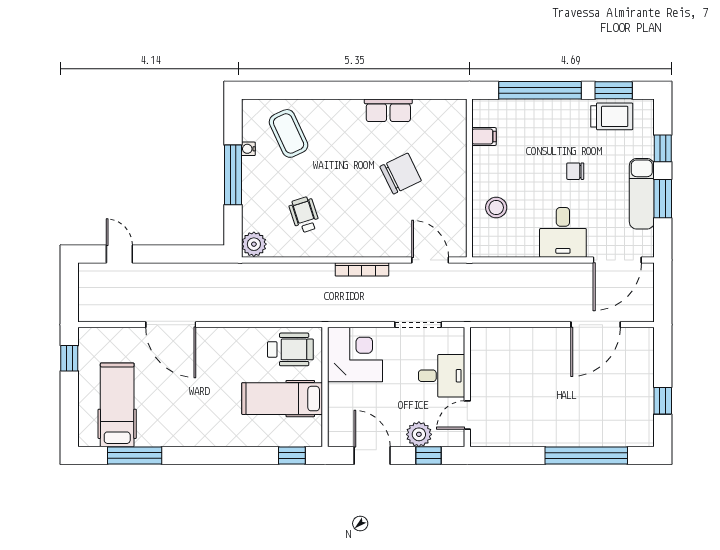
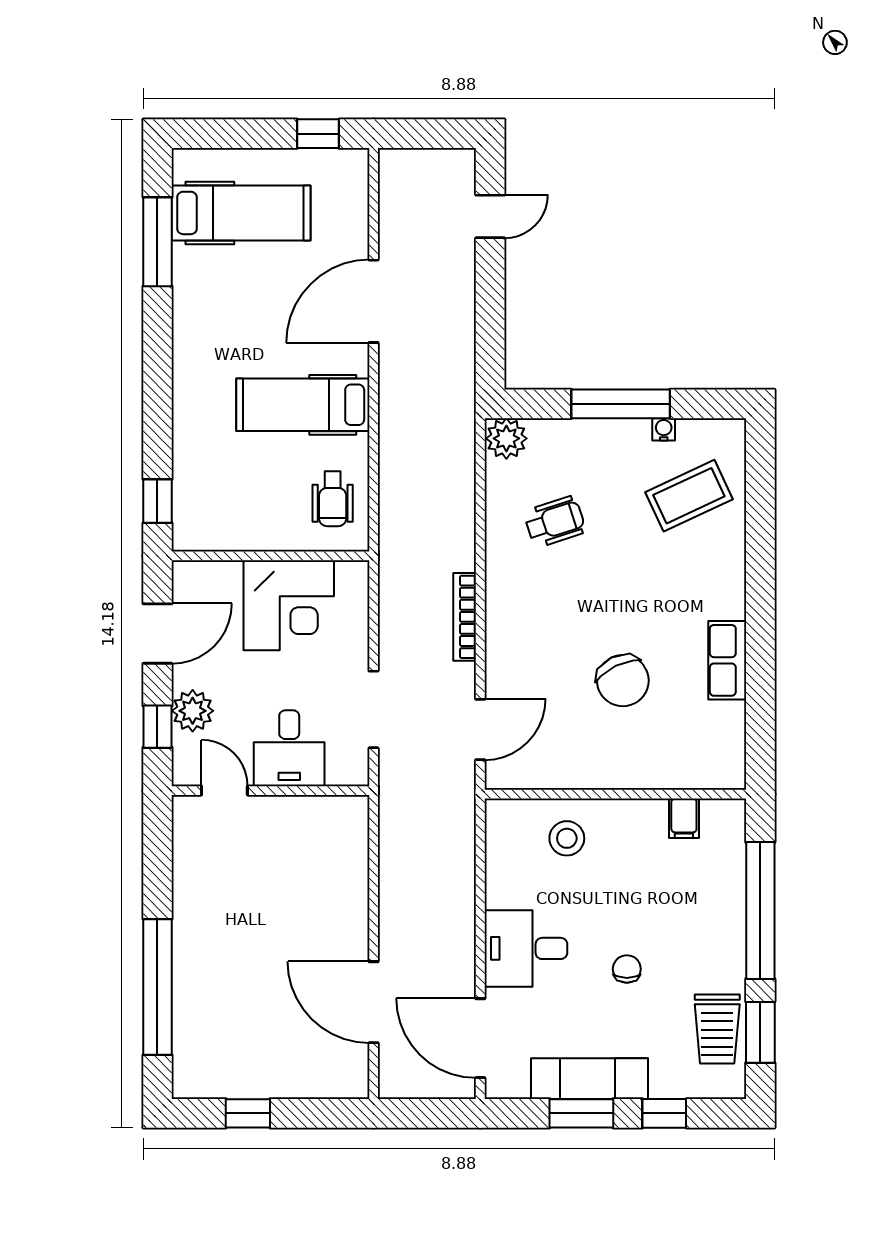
wheelchair: (290, 349) -> (333, 499), width x0.73, depth x0.73
corner desk: (355, 354) -> (289, 605), moved
hospital bed: (282, 399) -> (303, 405), moved, turned -90

